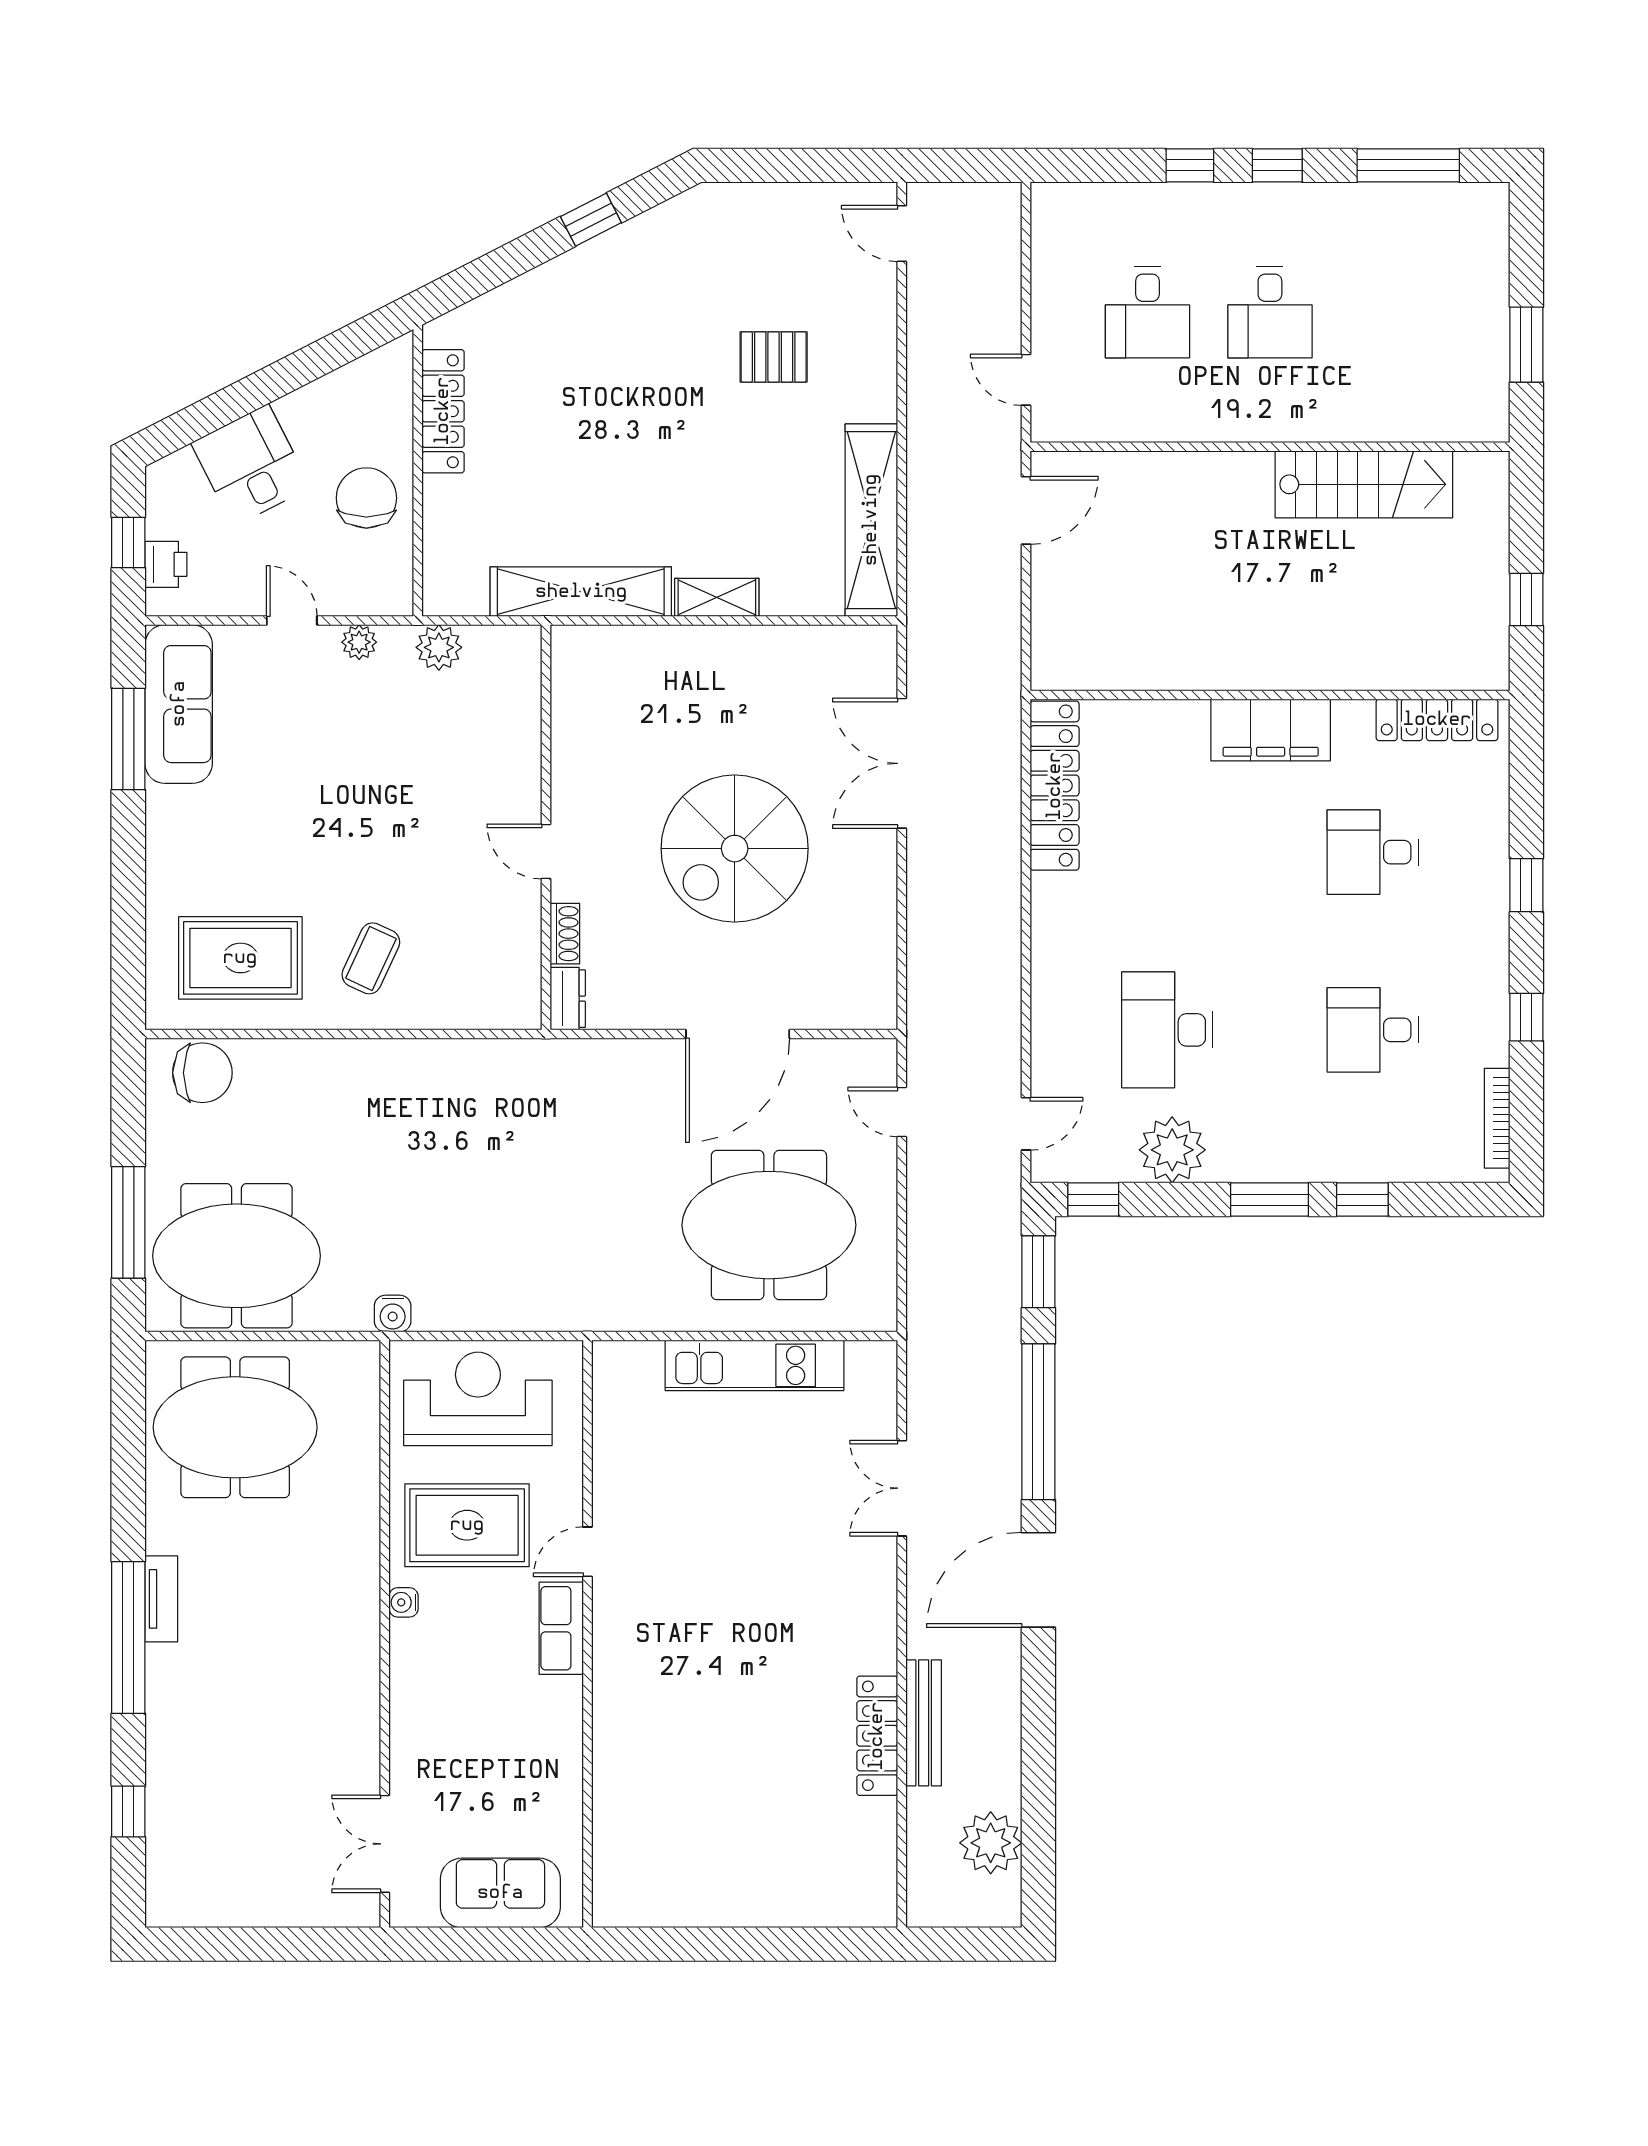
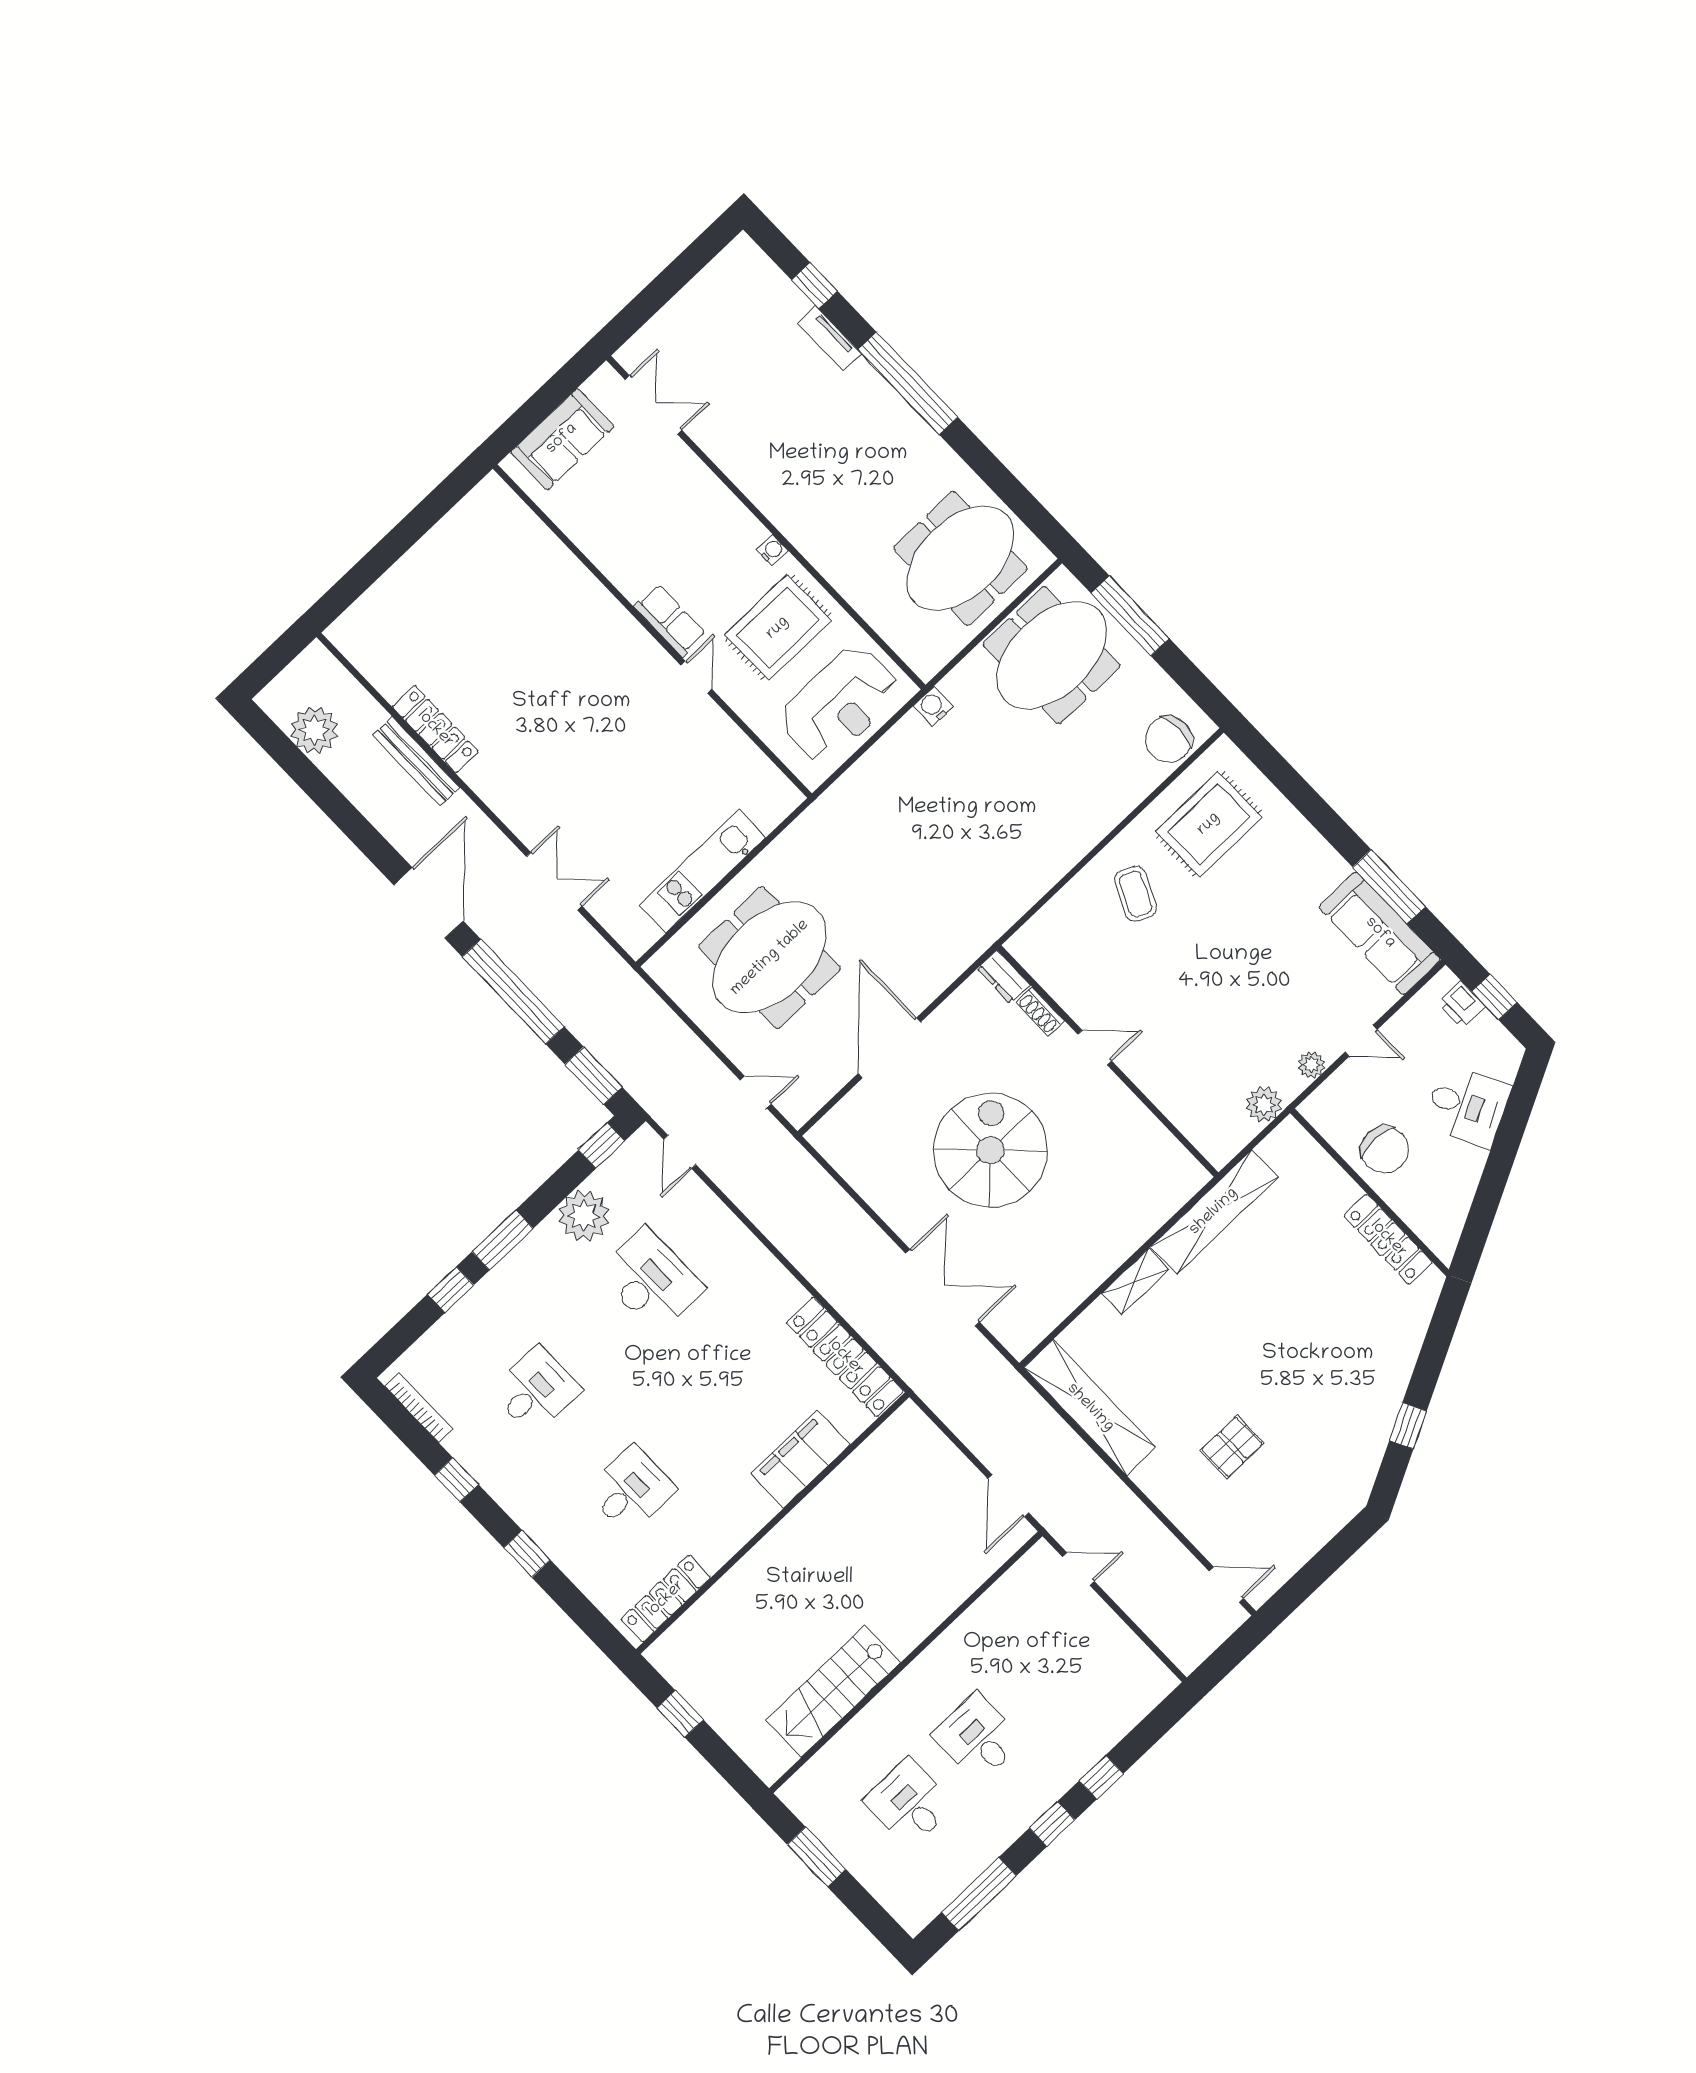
desk: (1147, 312) -> (909, 1803), moved
filing cabinet: (1271, 730) -> (800, 1459), moved
tv unit: (161, 1599) -> (829, 338), moved

